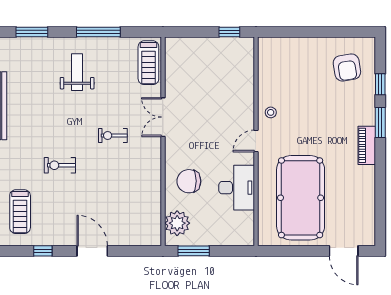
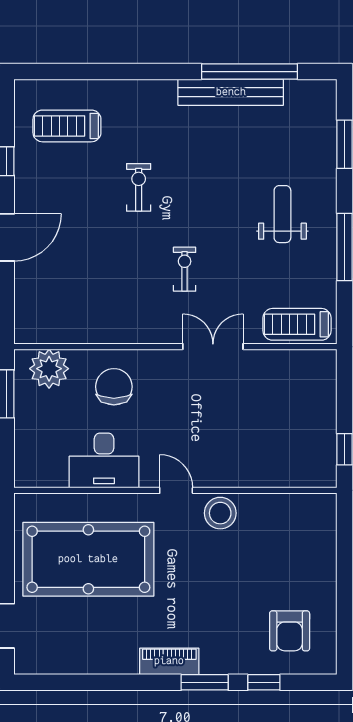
armchair: (347, 67) -> (290, 631), turned -81
weight bench: (77, 72) -> (282, 214), turned -90
stool: (271, 112) -> (220, 513), width x1.89, depth x1.89

